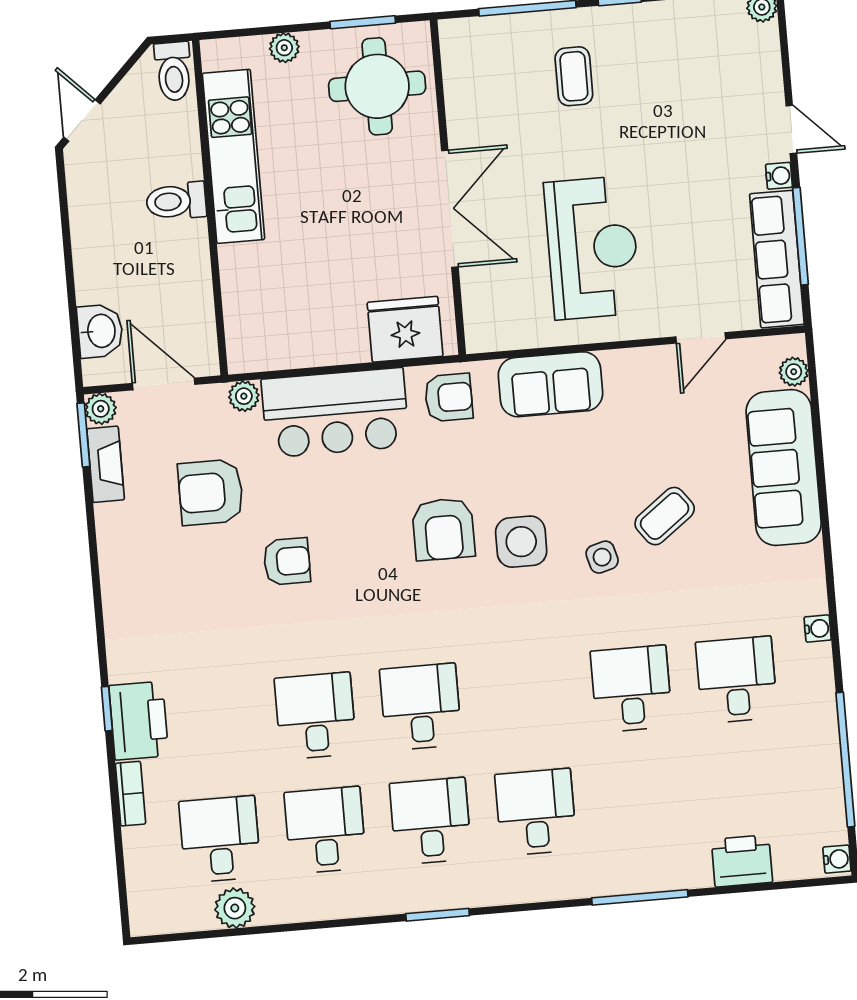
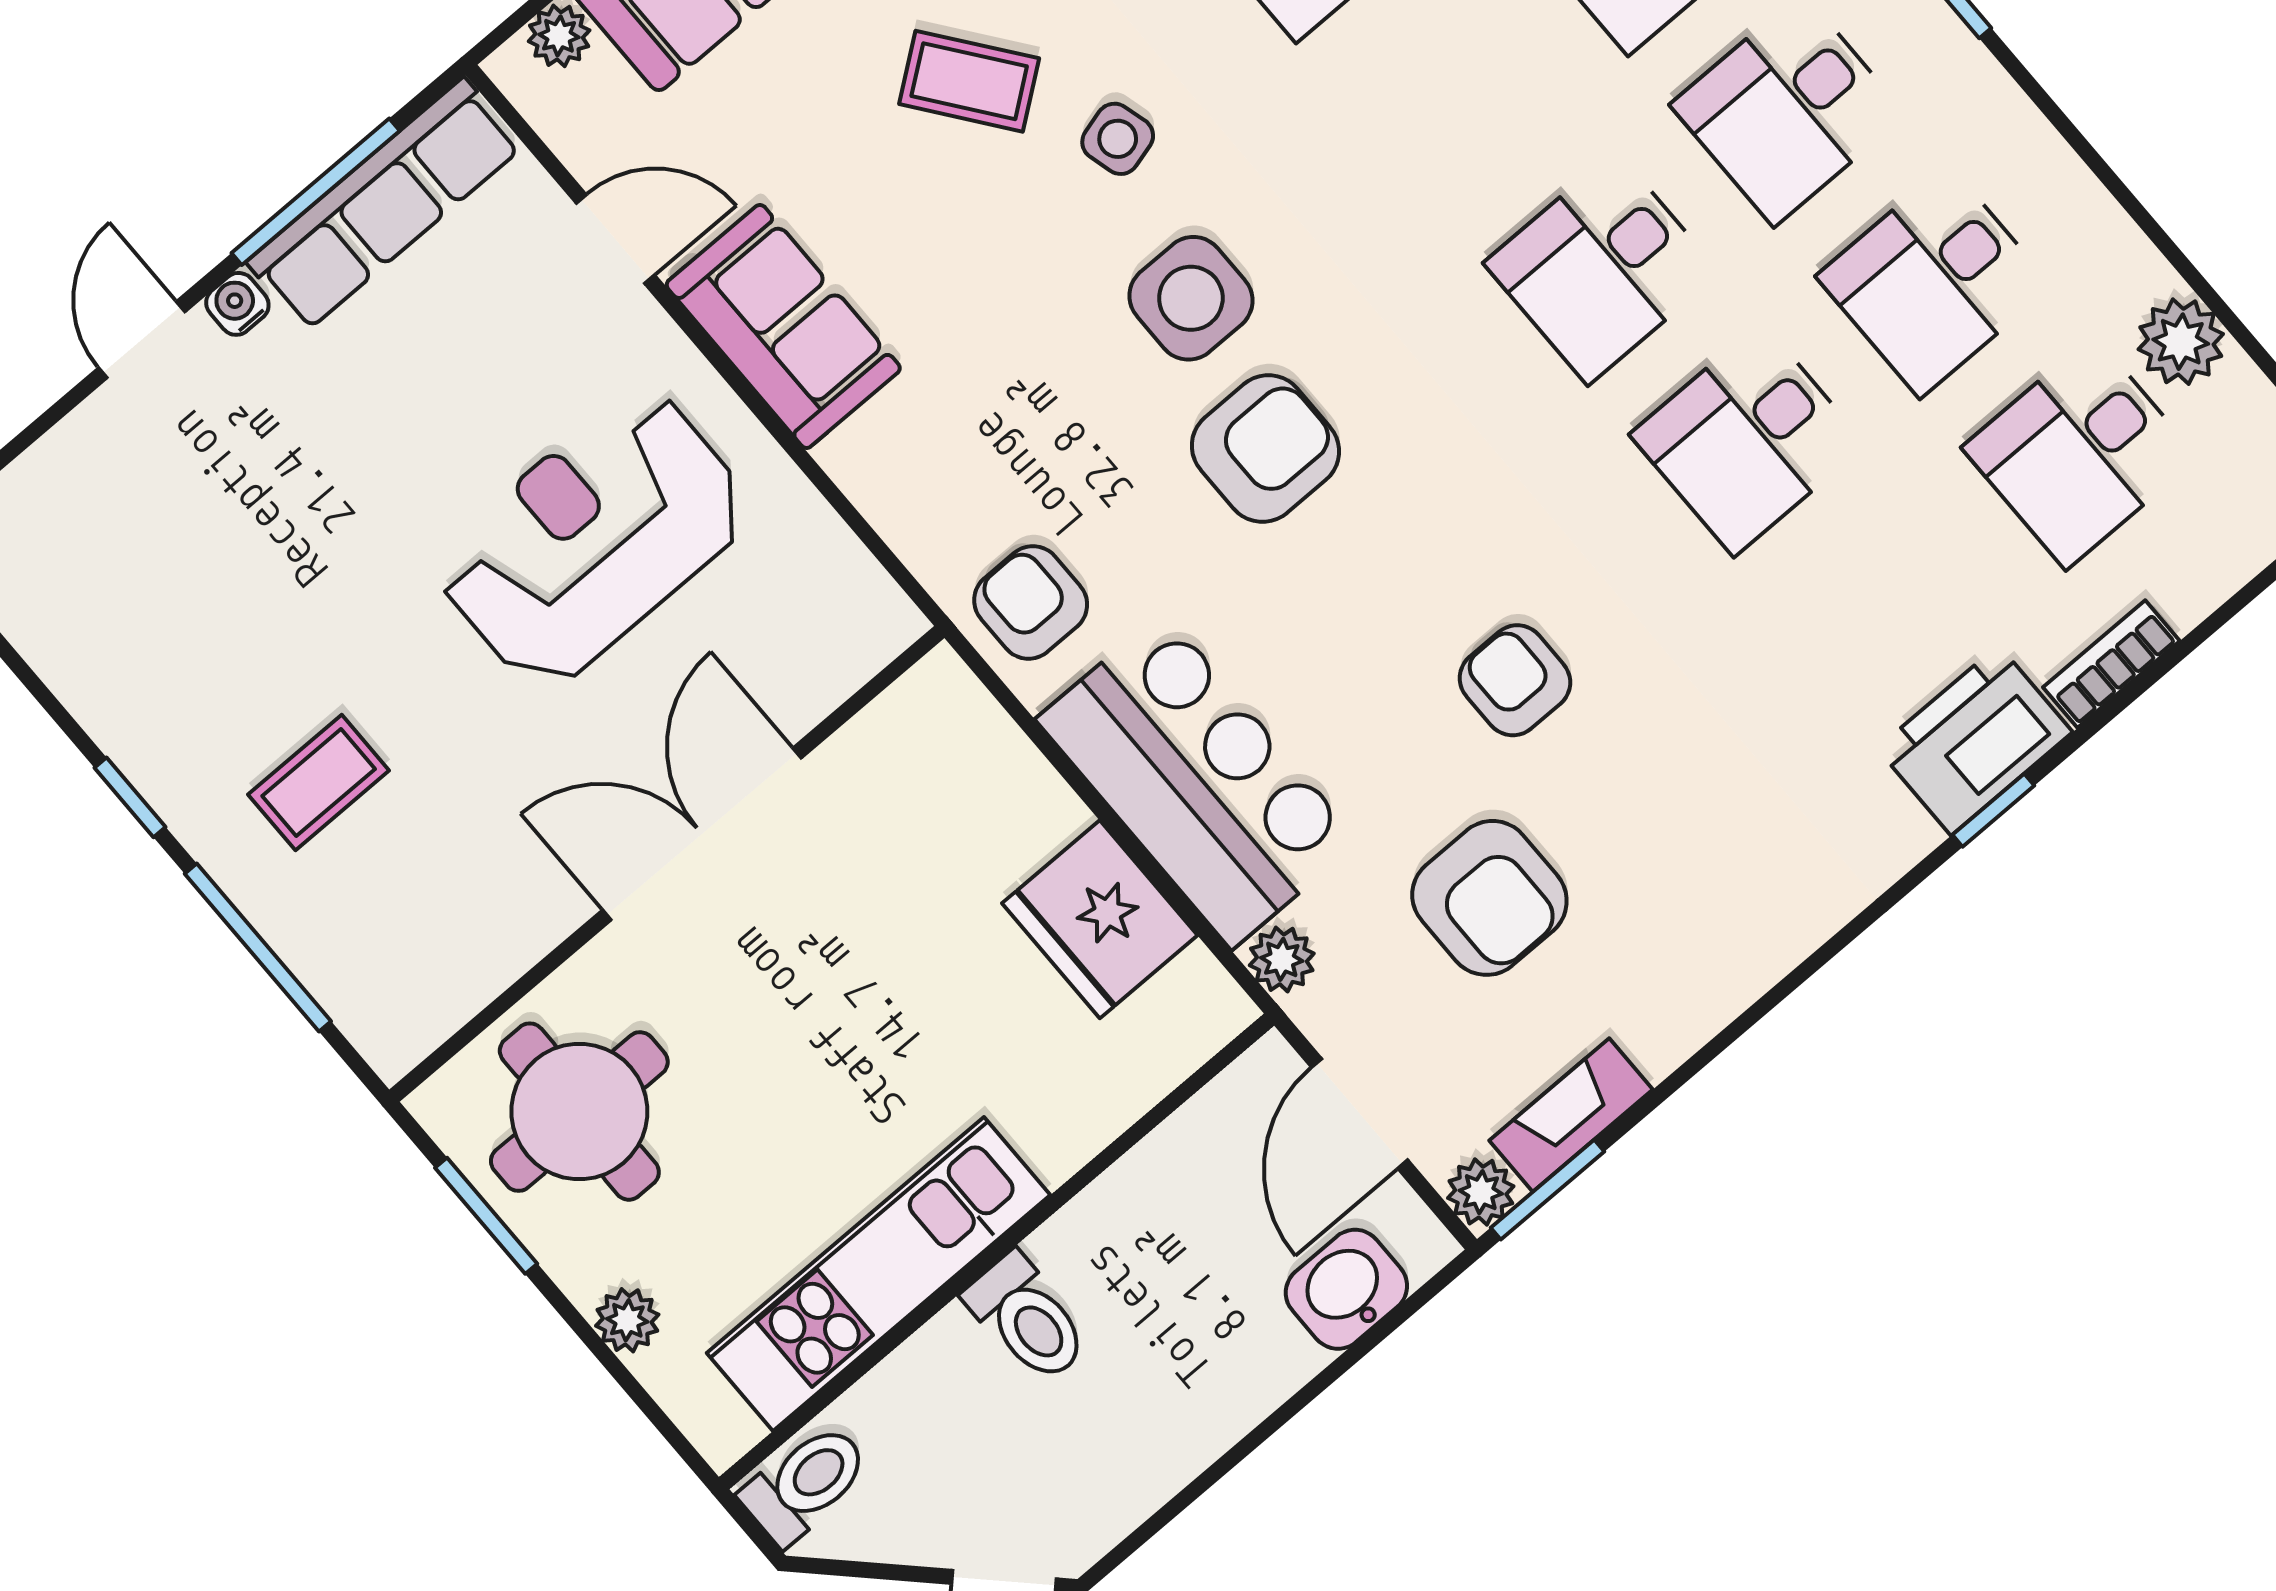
fridge: (405, 329) -> (1100, 919), moved
sofa: (550, 384) -> (783, 326), moved

